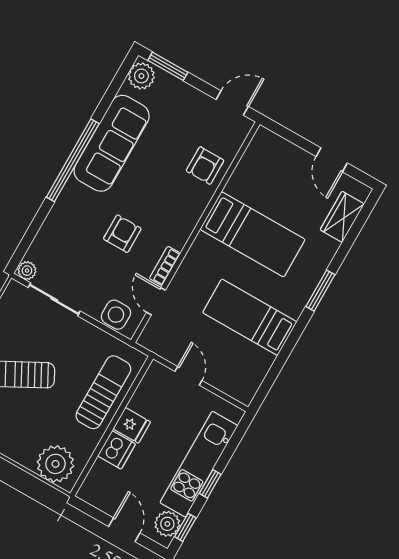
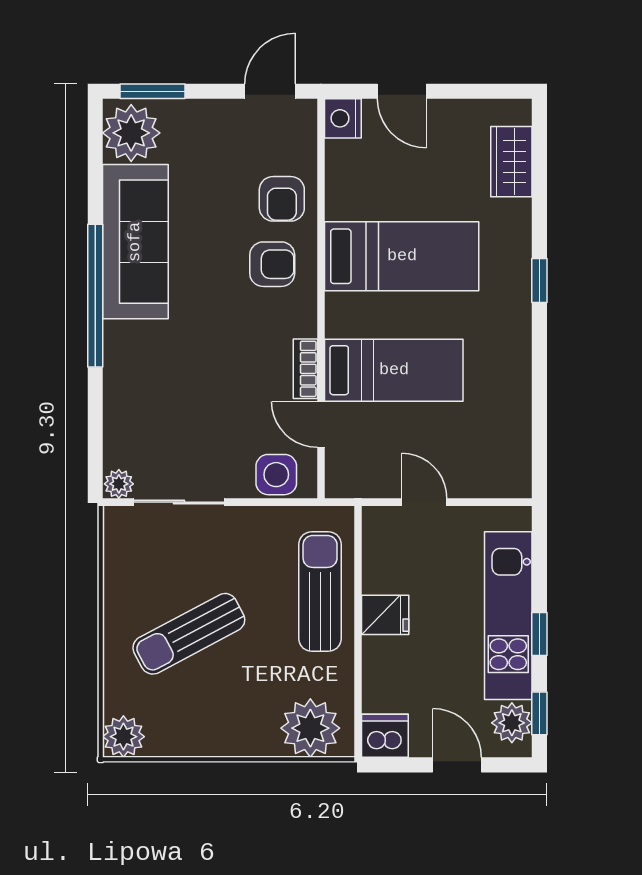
plant: (141, 76) -> (131, 133), width x1.36, depth x1.36
nightstand: (264, 141) -> (343, 118), added
door: (332, 160) -> (402, 91), moved
armchair: (122, 234) -> (272, 264), moved, turned 90
window: (320, 291) -> (539, 280), width x0.67
bed: (250, 317) -> (394, 370), moved, turned 180
dishwasher: (116, 450) -> (385, 736), moved, turned -90

